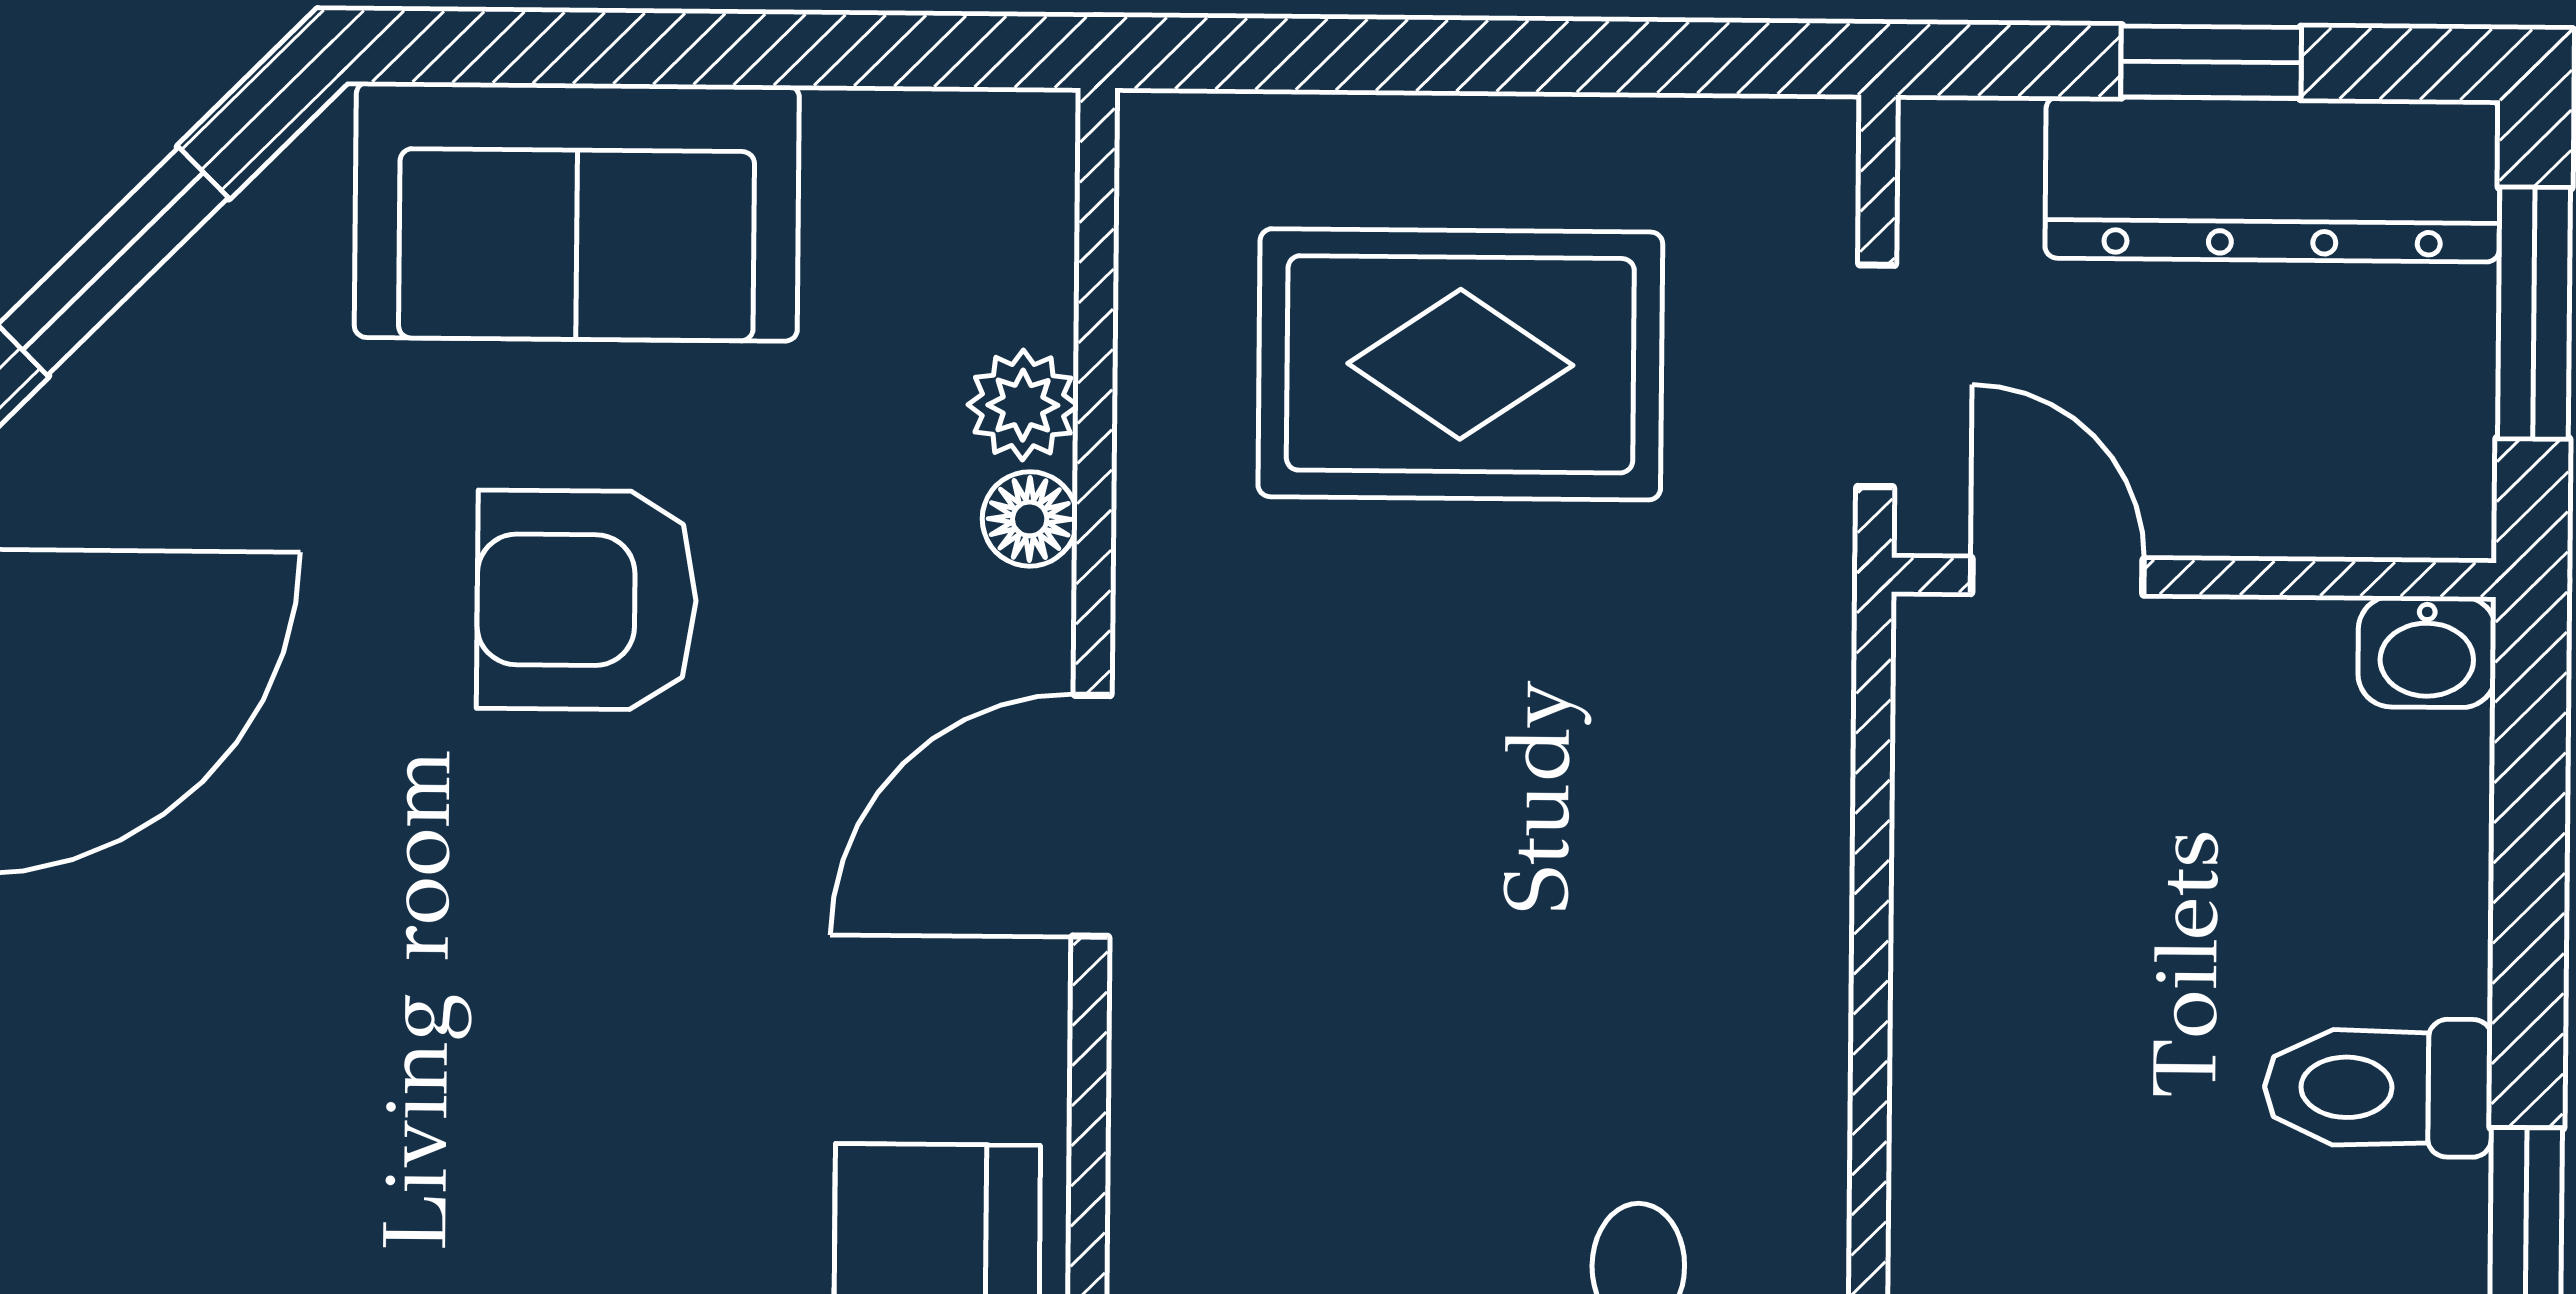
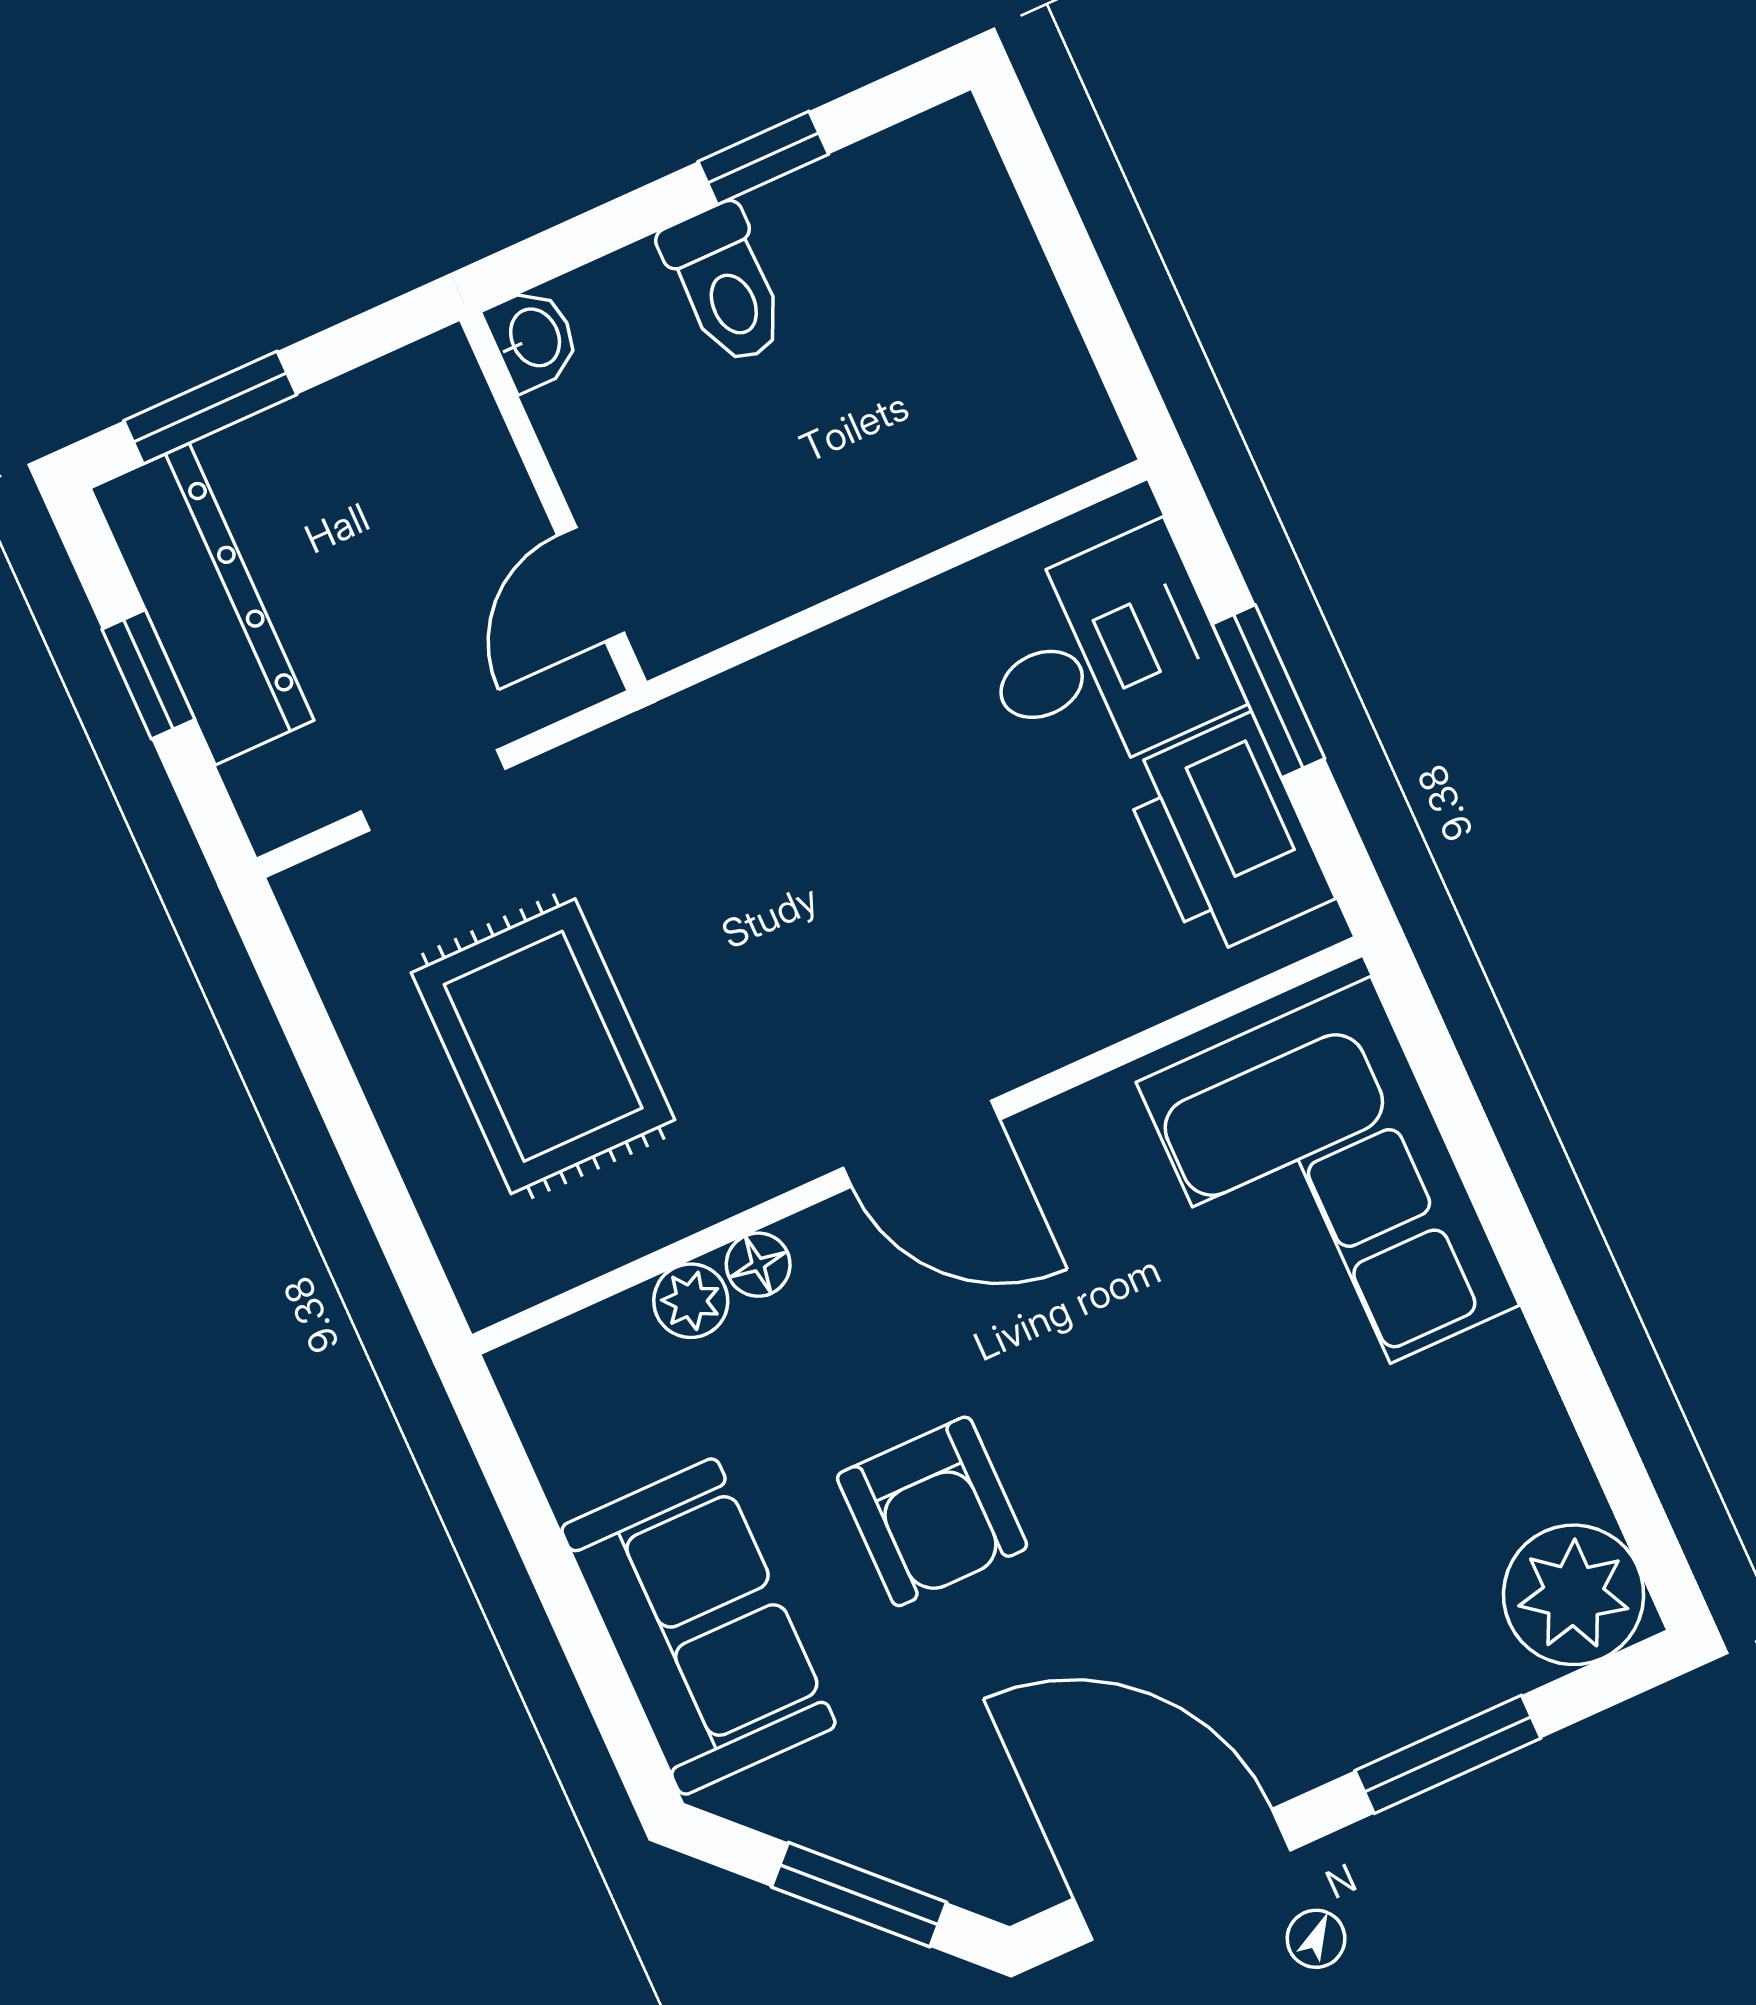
door: (2057, 576) -> (591, 584), moved
wall: (2194, 577) -> (553, 501), moved
washbasin: (2427, 652) -> (533, 338), moved

